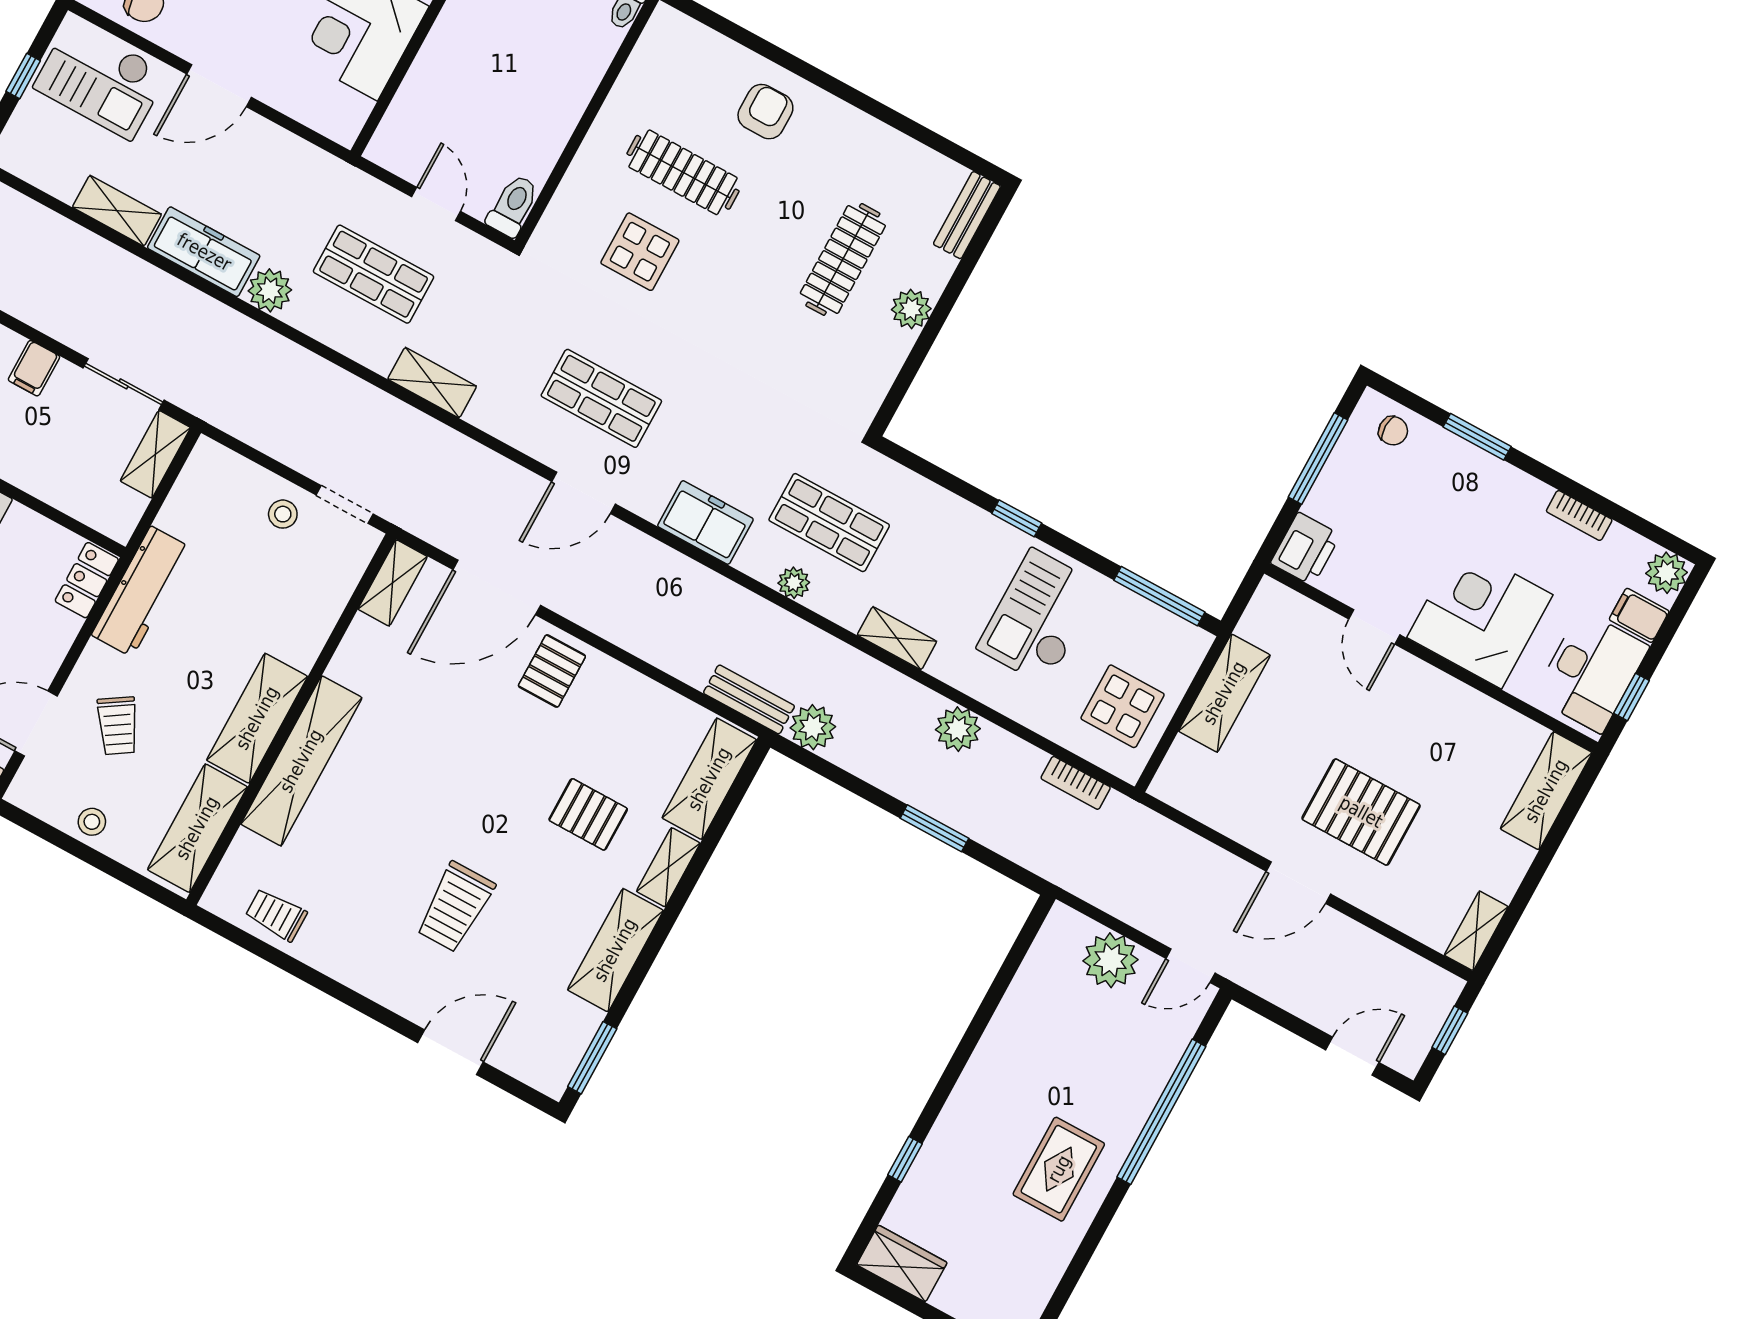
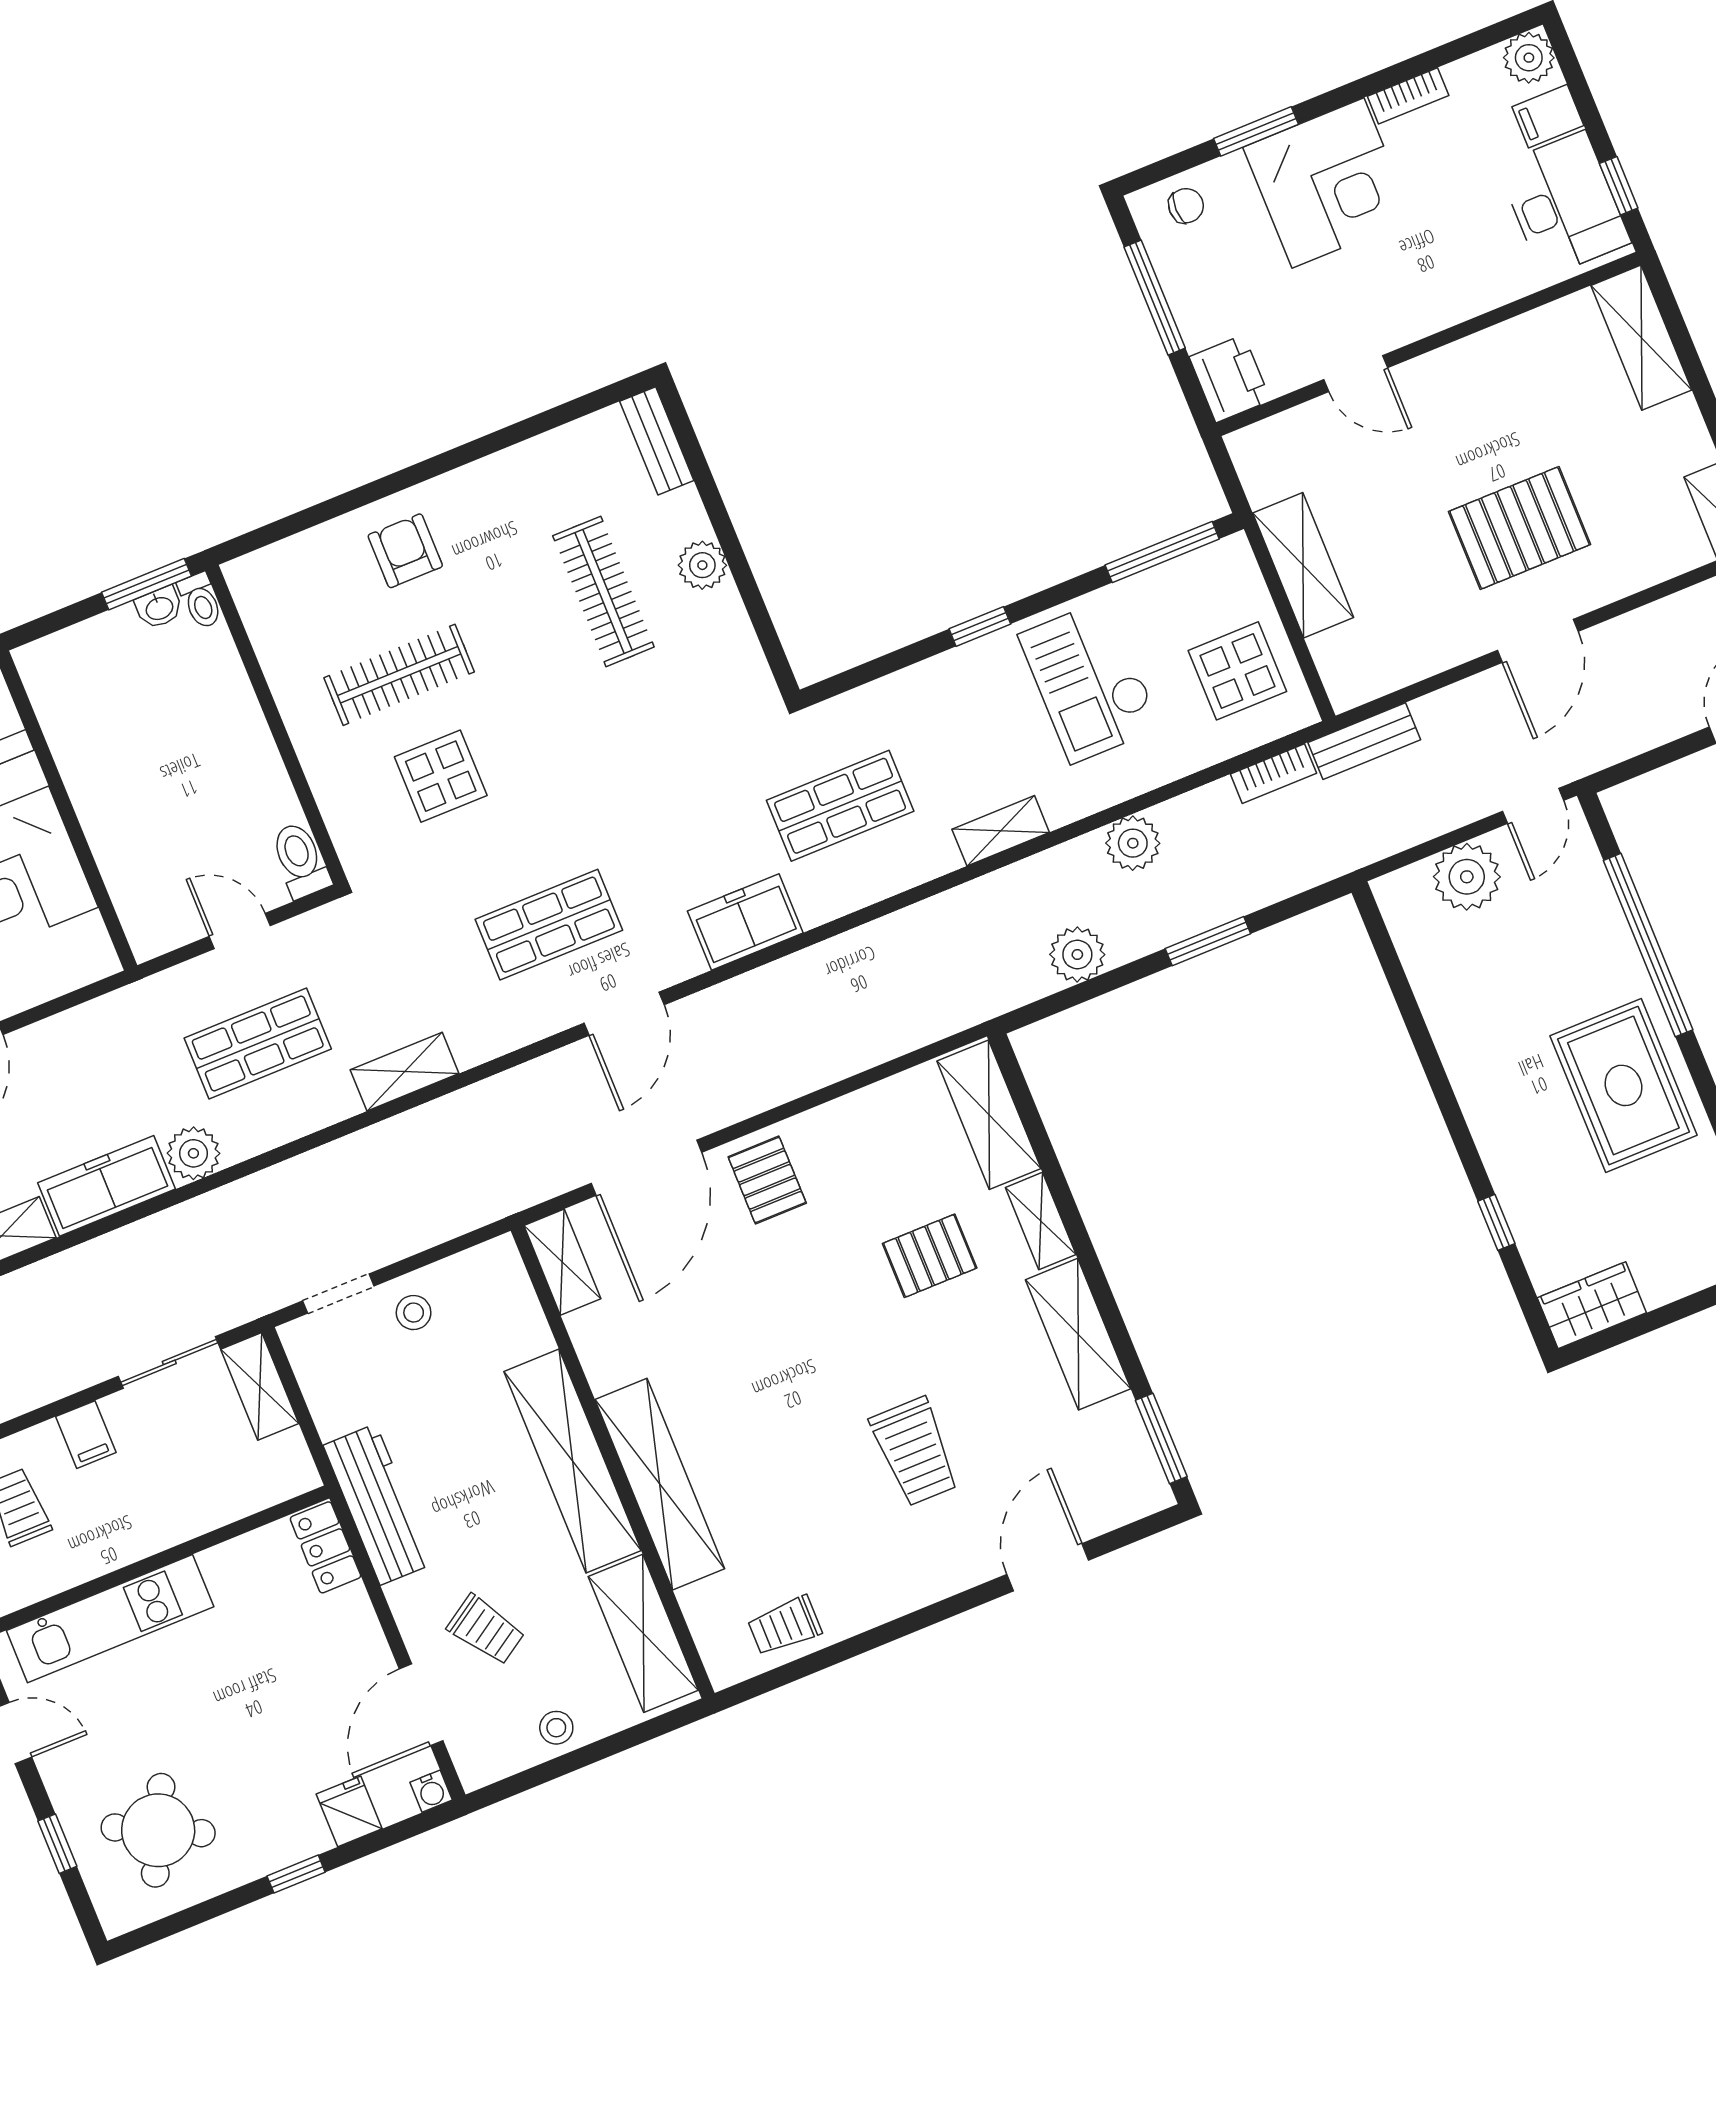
doorway: (345, 505) -> (338, 1293), moved
plant: (794, 583) -> (870, 885), removed
corner desk: (1480, 616) -> (1328, 183), moved, turned 180
bench: (749, 699) -> (1364, 741), moved
shelving: (257, 718) -> (573, 1461), width x1.47
plant: (813, 727) -> (1077, 954), moved
rug: (1059, 1169) -> (1623, 1085), width x1.36, depth x1.43

